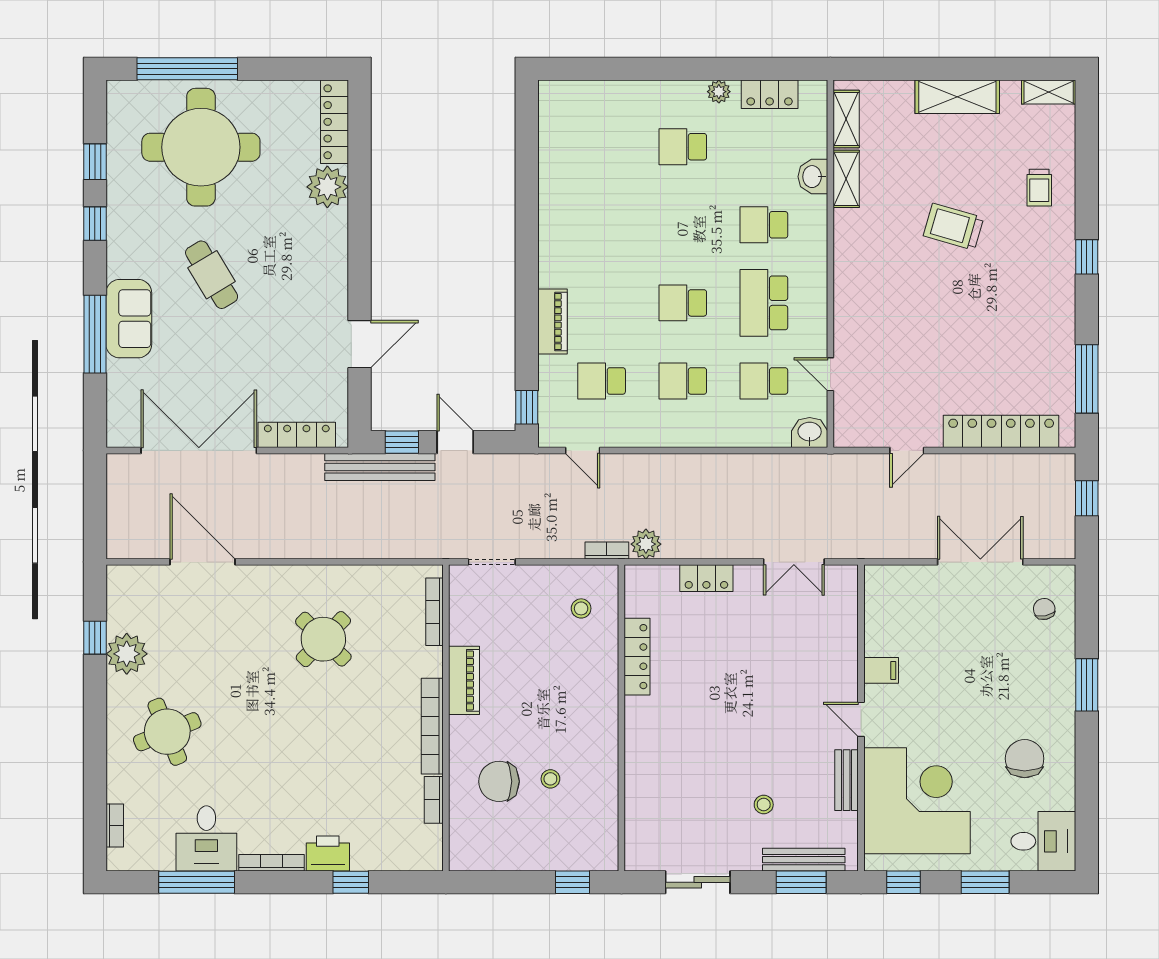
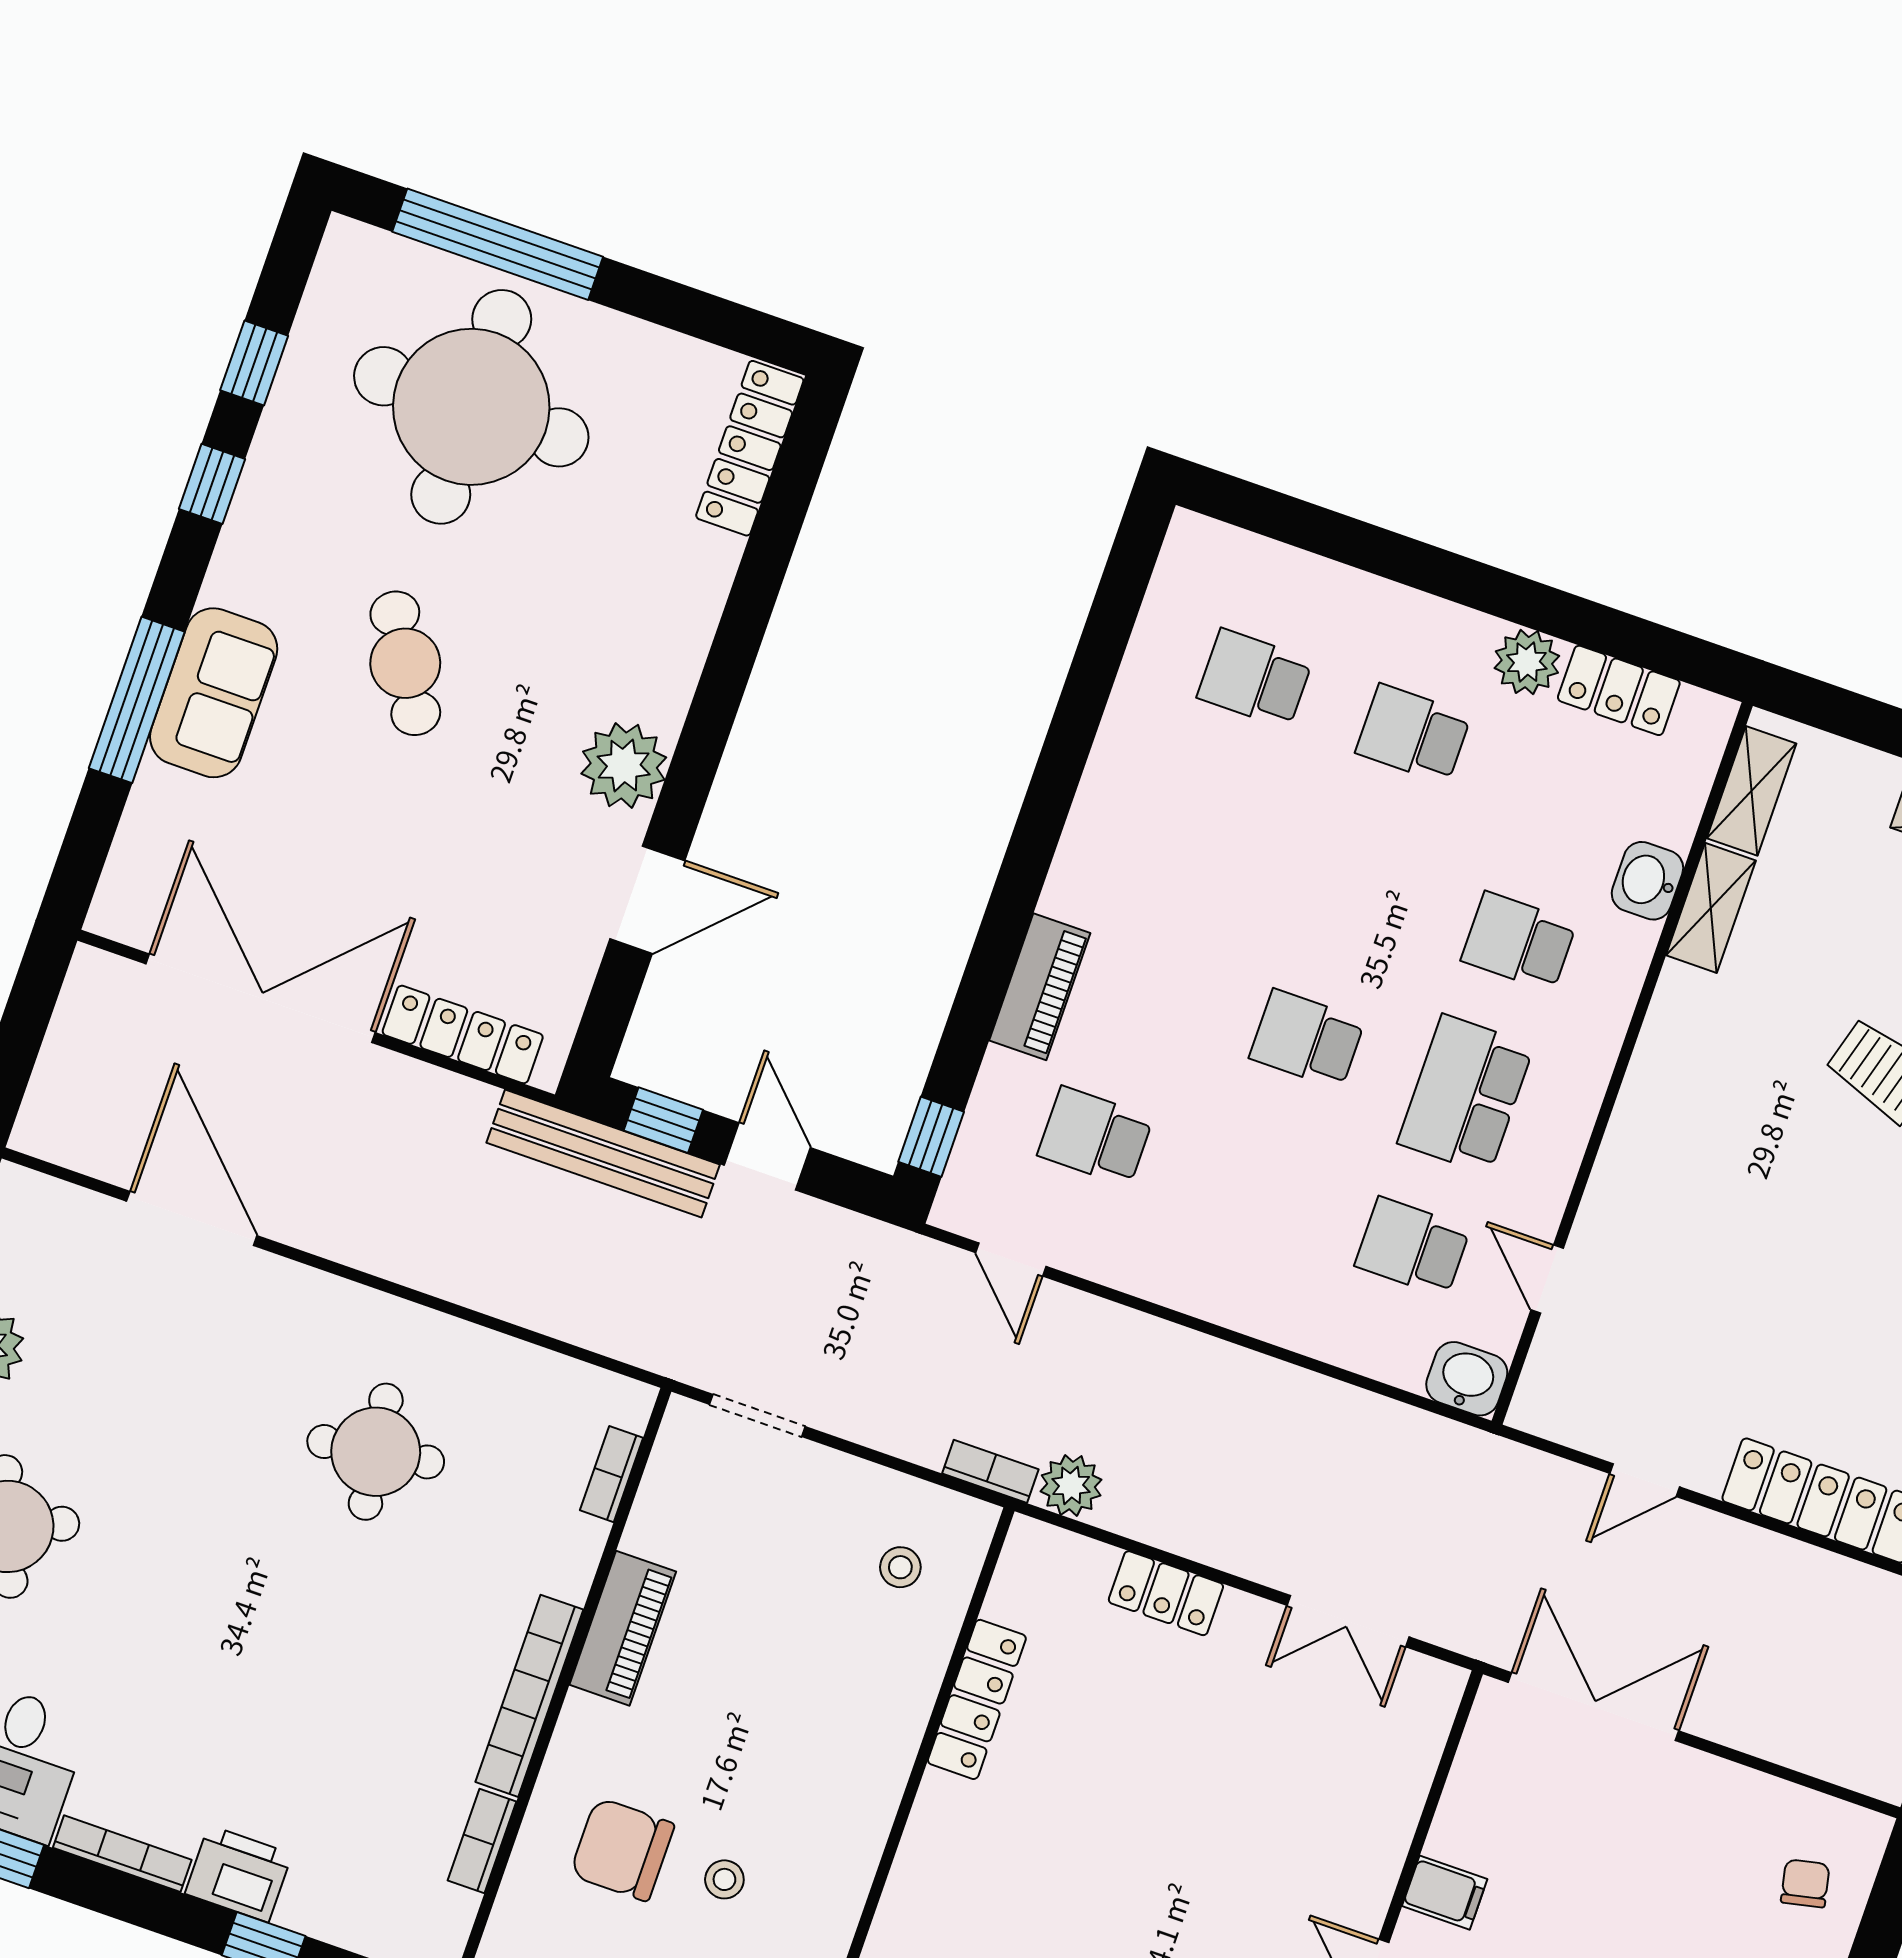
plant: (719, 92) -> (1527, 662), width x1.38, depth x1.38
plant: (327, 187) -> (624, 766), moved
school desk: (683, 381) -> (1255, 679), moved
double door: (980, 562) -> (1594, 1707), moved
bookcase: (434, 612) -> (611, 1474), width x0.64
round table: (323, 639) -> (376, 1452), turned 38

